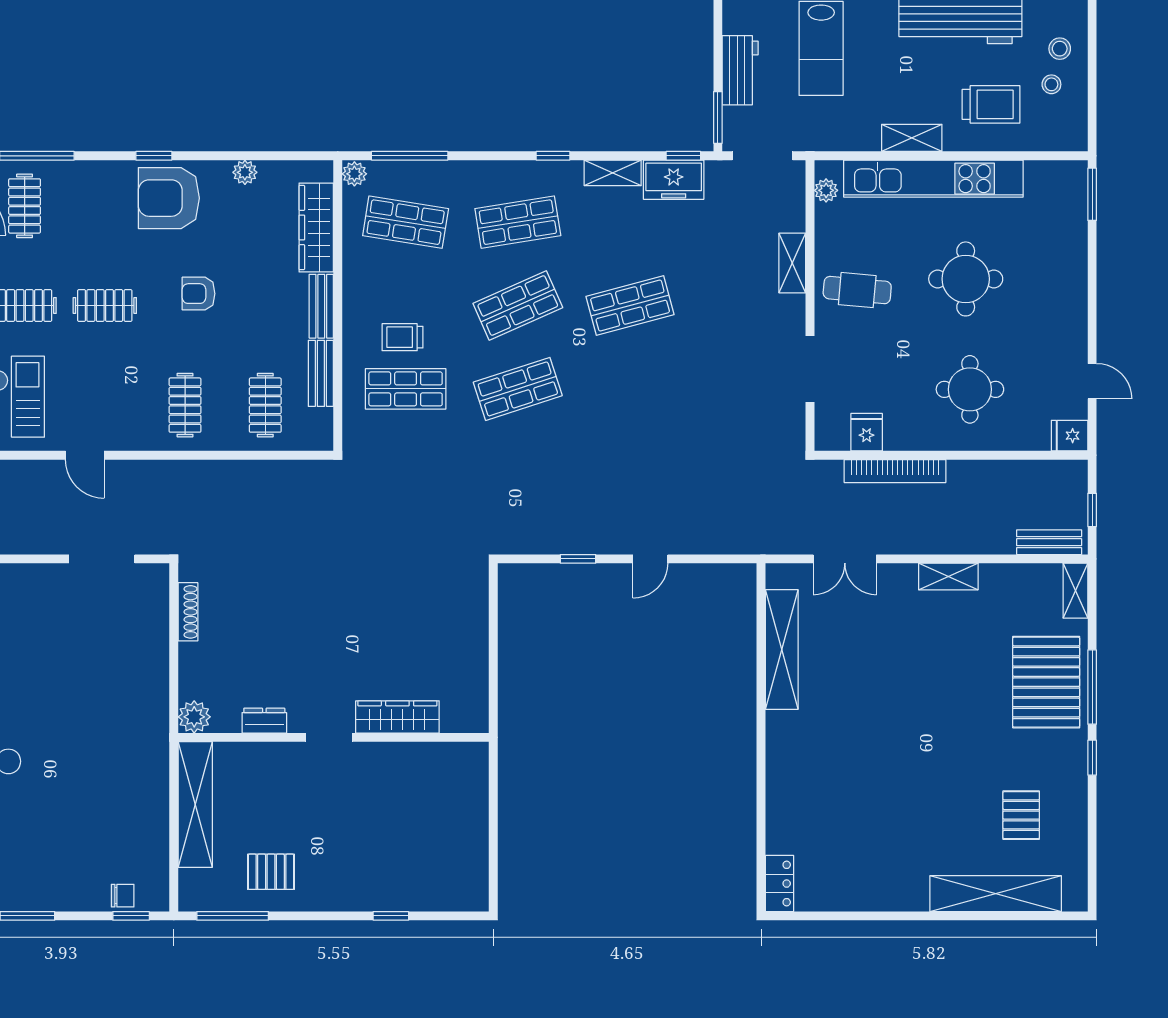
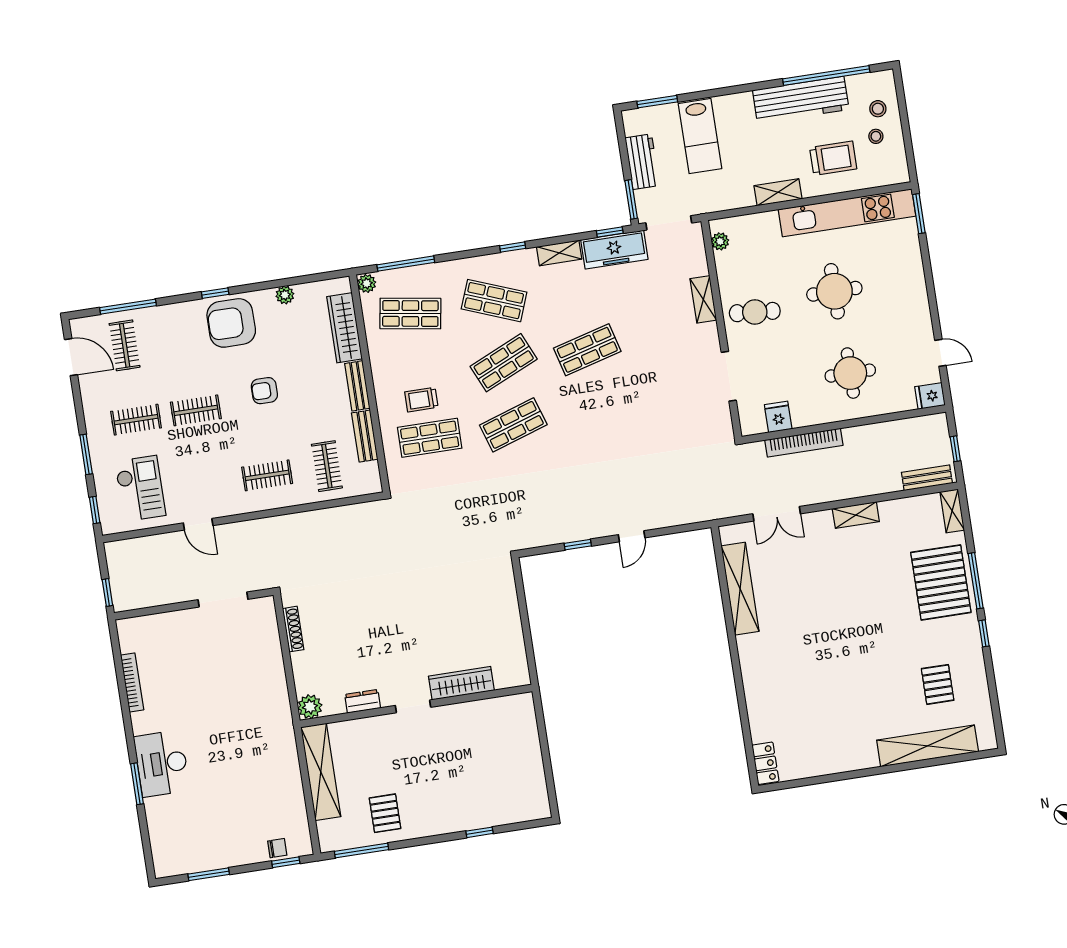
kitchen unit: (933, 179) -> (847, 213), moved
freezer: (674, 180) -> (614, 250), width x1.40
shop shelf: (518, 222) -> (494, 301), turned 30
clothes rail: (185, 405) -> (267, 475), turned 90
pallet: (271, 872) -> (385, 813), turned 90

